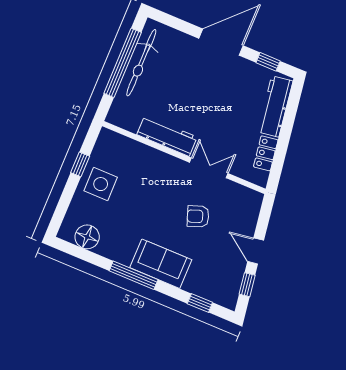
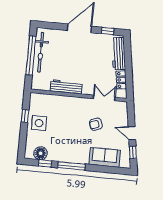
double door: (209, 168) -> (104, 98), moved
sofa: (161, 264) -> (105, 157), moved
window: (200, 303) -> (45, 163), moved

